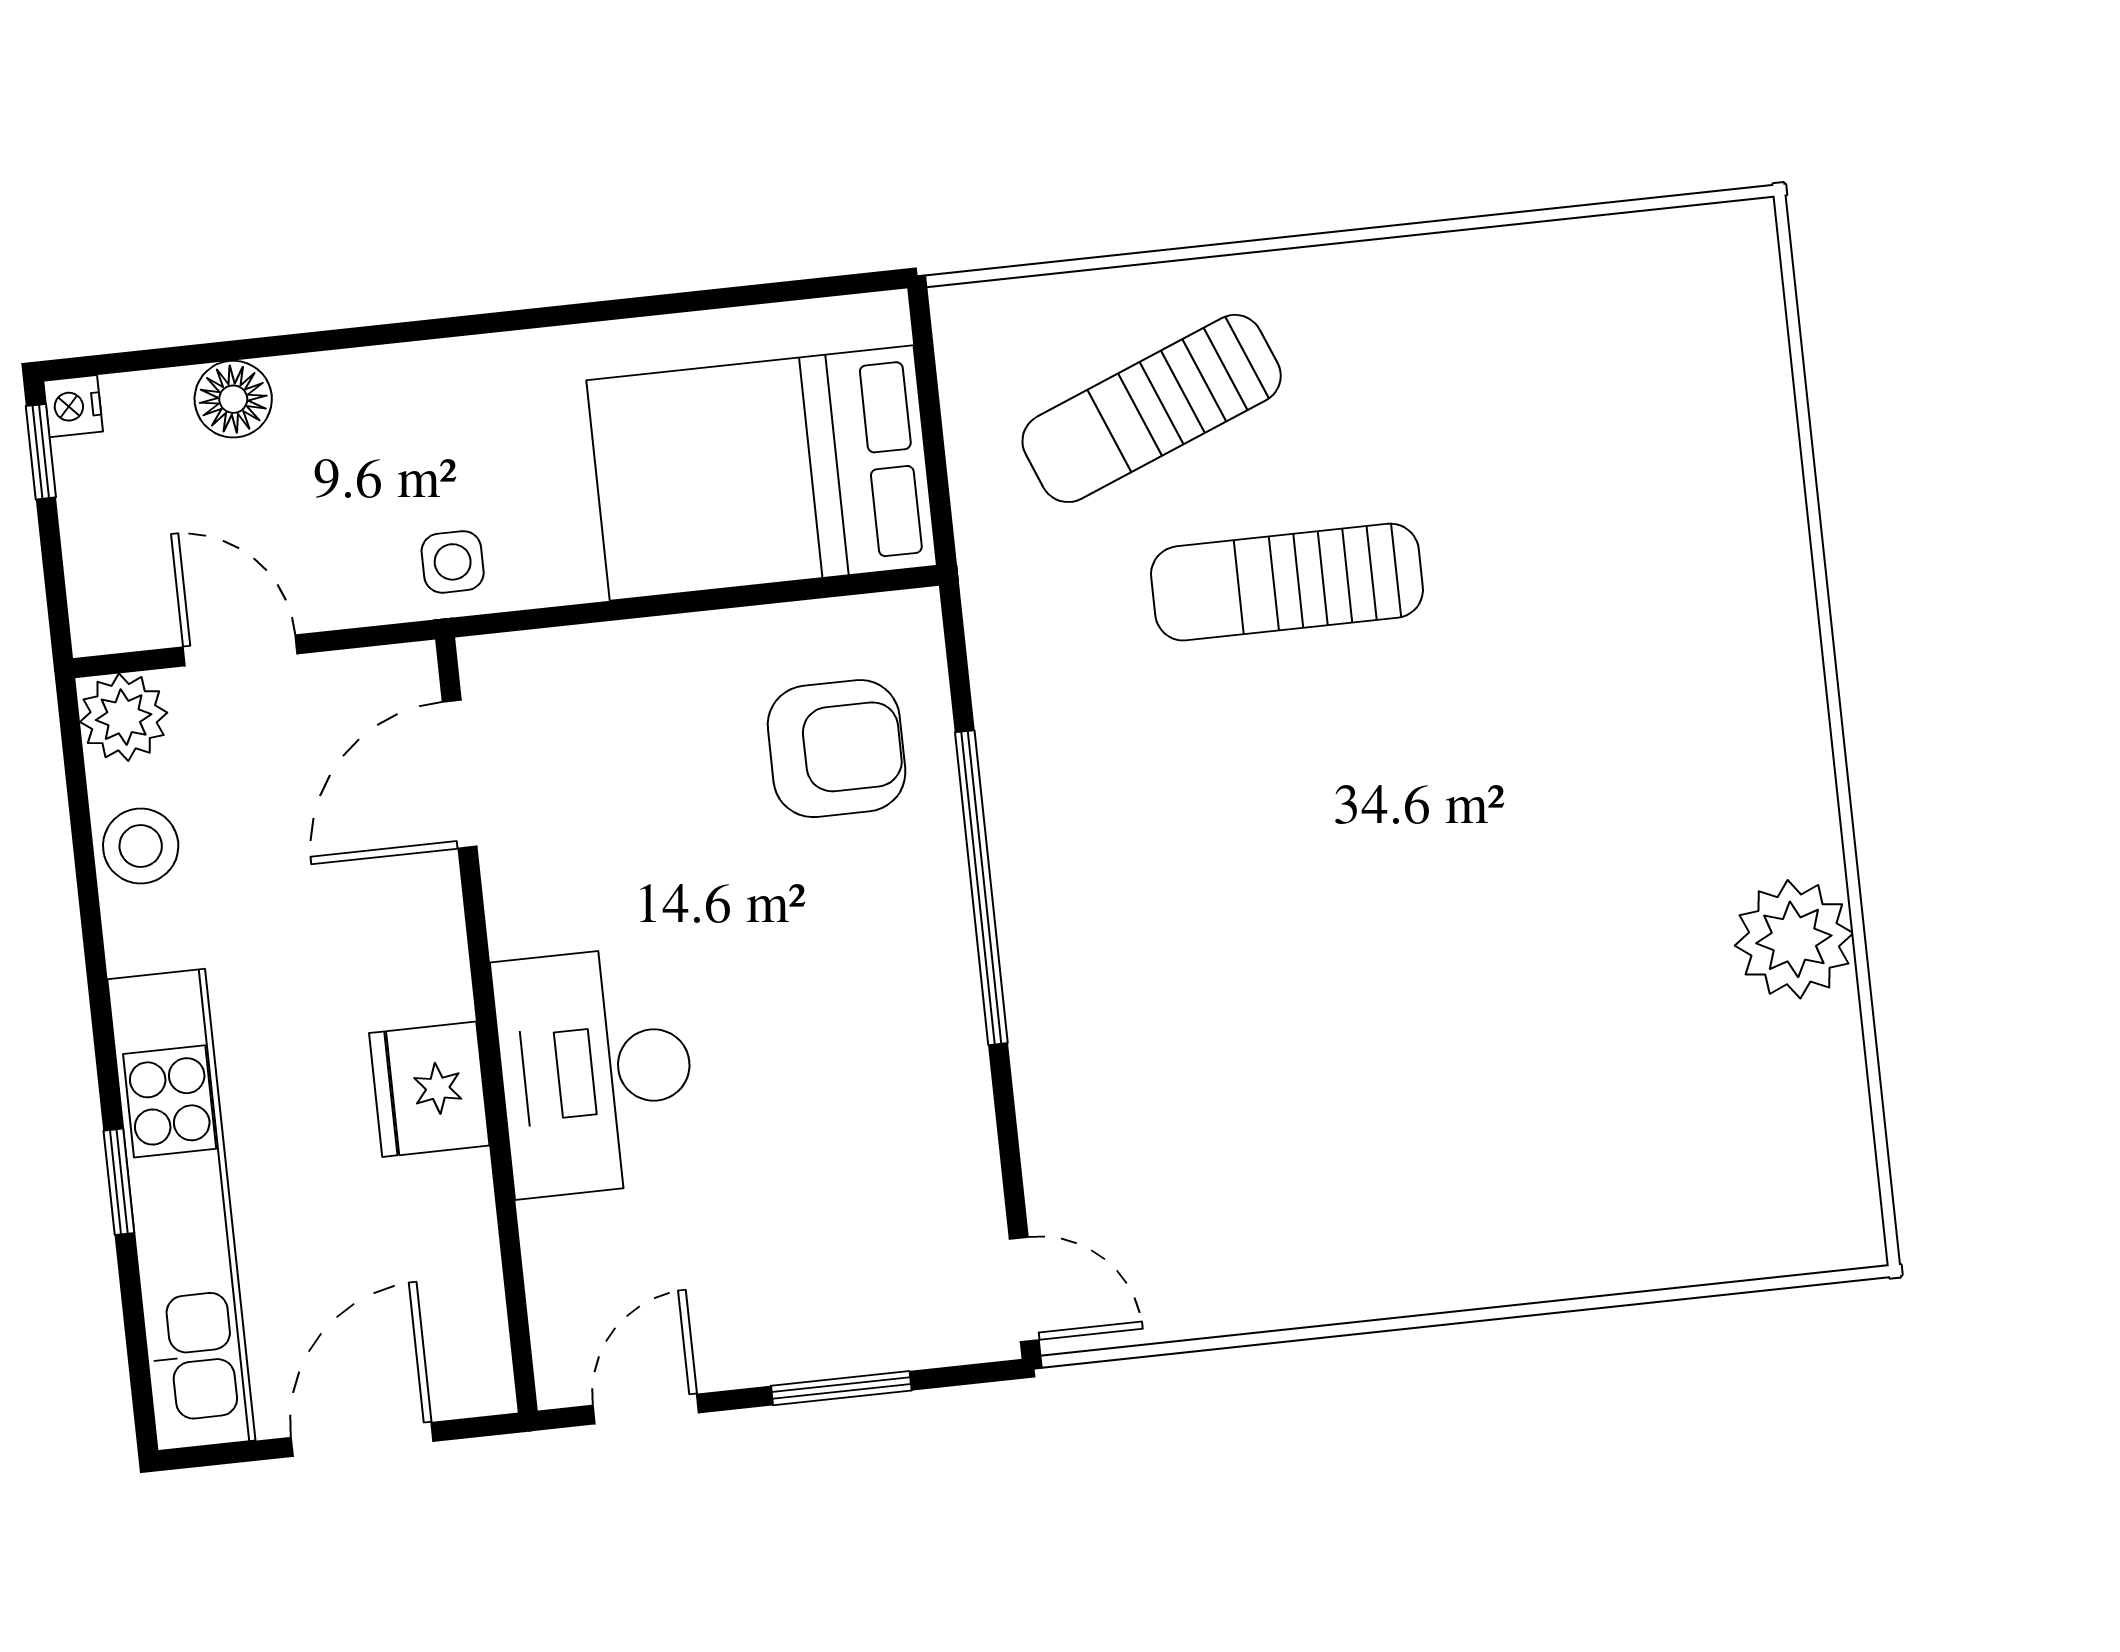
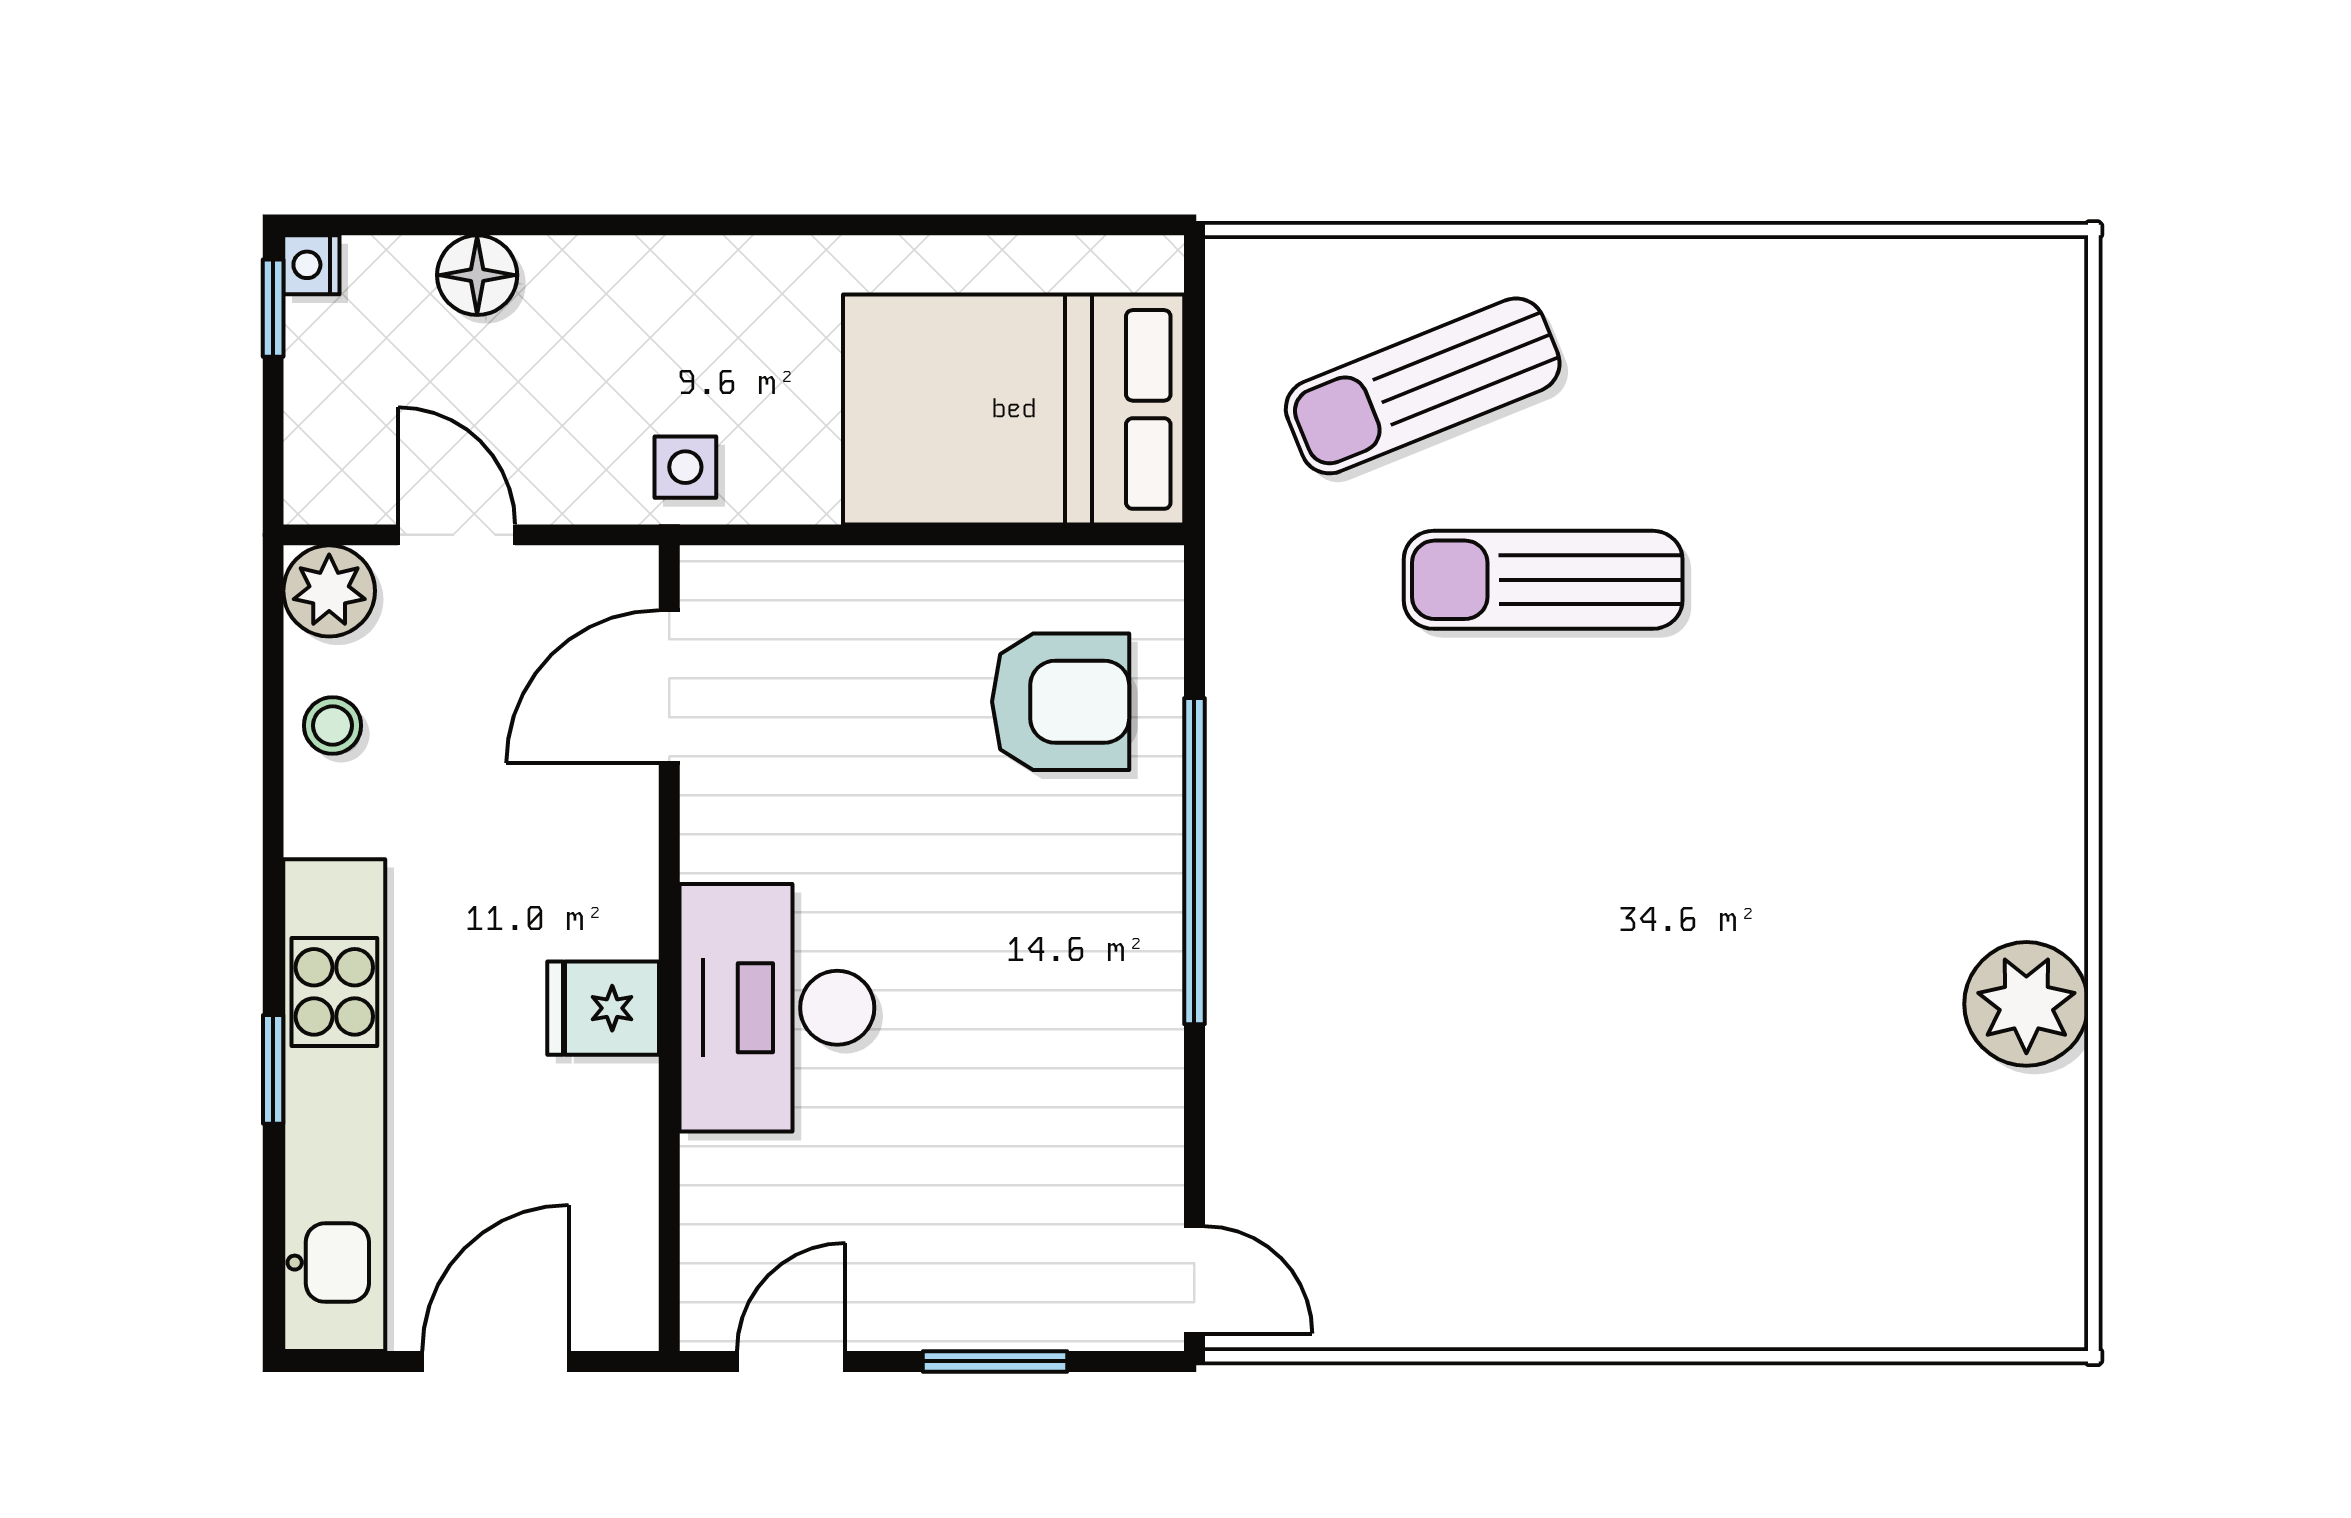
stool: (141, 846) -> (333, 726), width x0.73, depth x0.73
fridge: (429, 1089) -> (603, 1008), width x0.72

